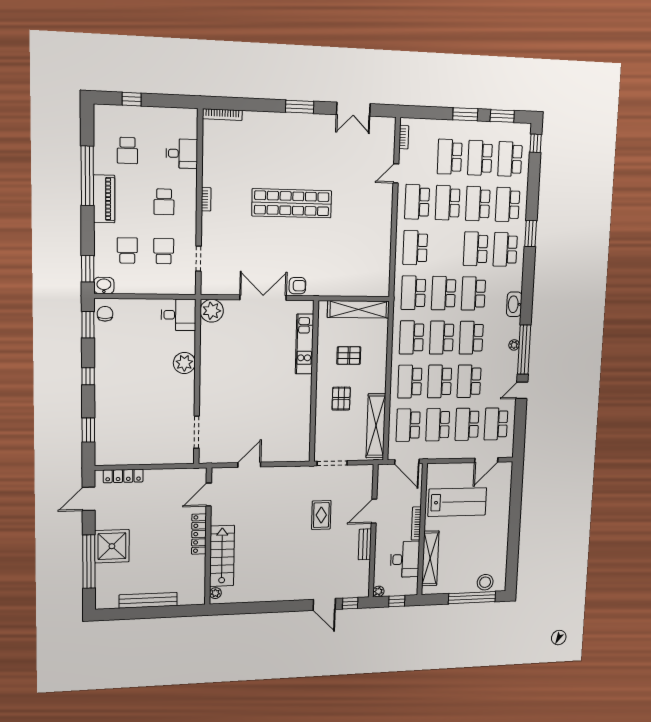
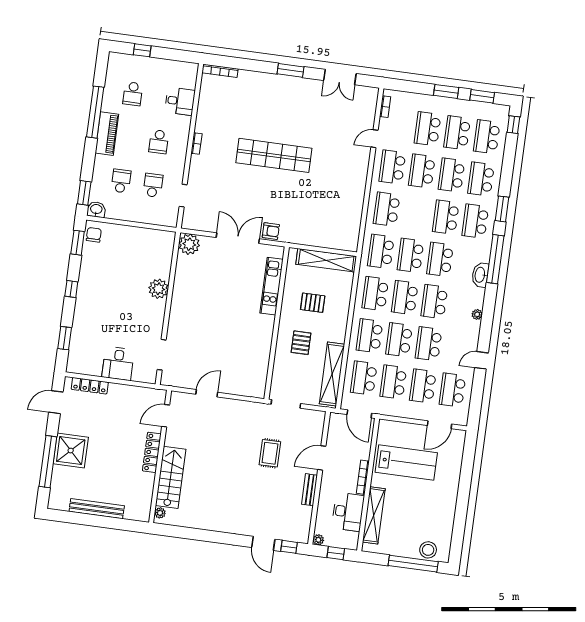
desk: (179, 315) -> (118, 364), moved, turned 90
window: (524, 350) -> (495, 259), moved

